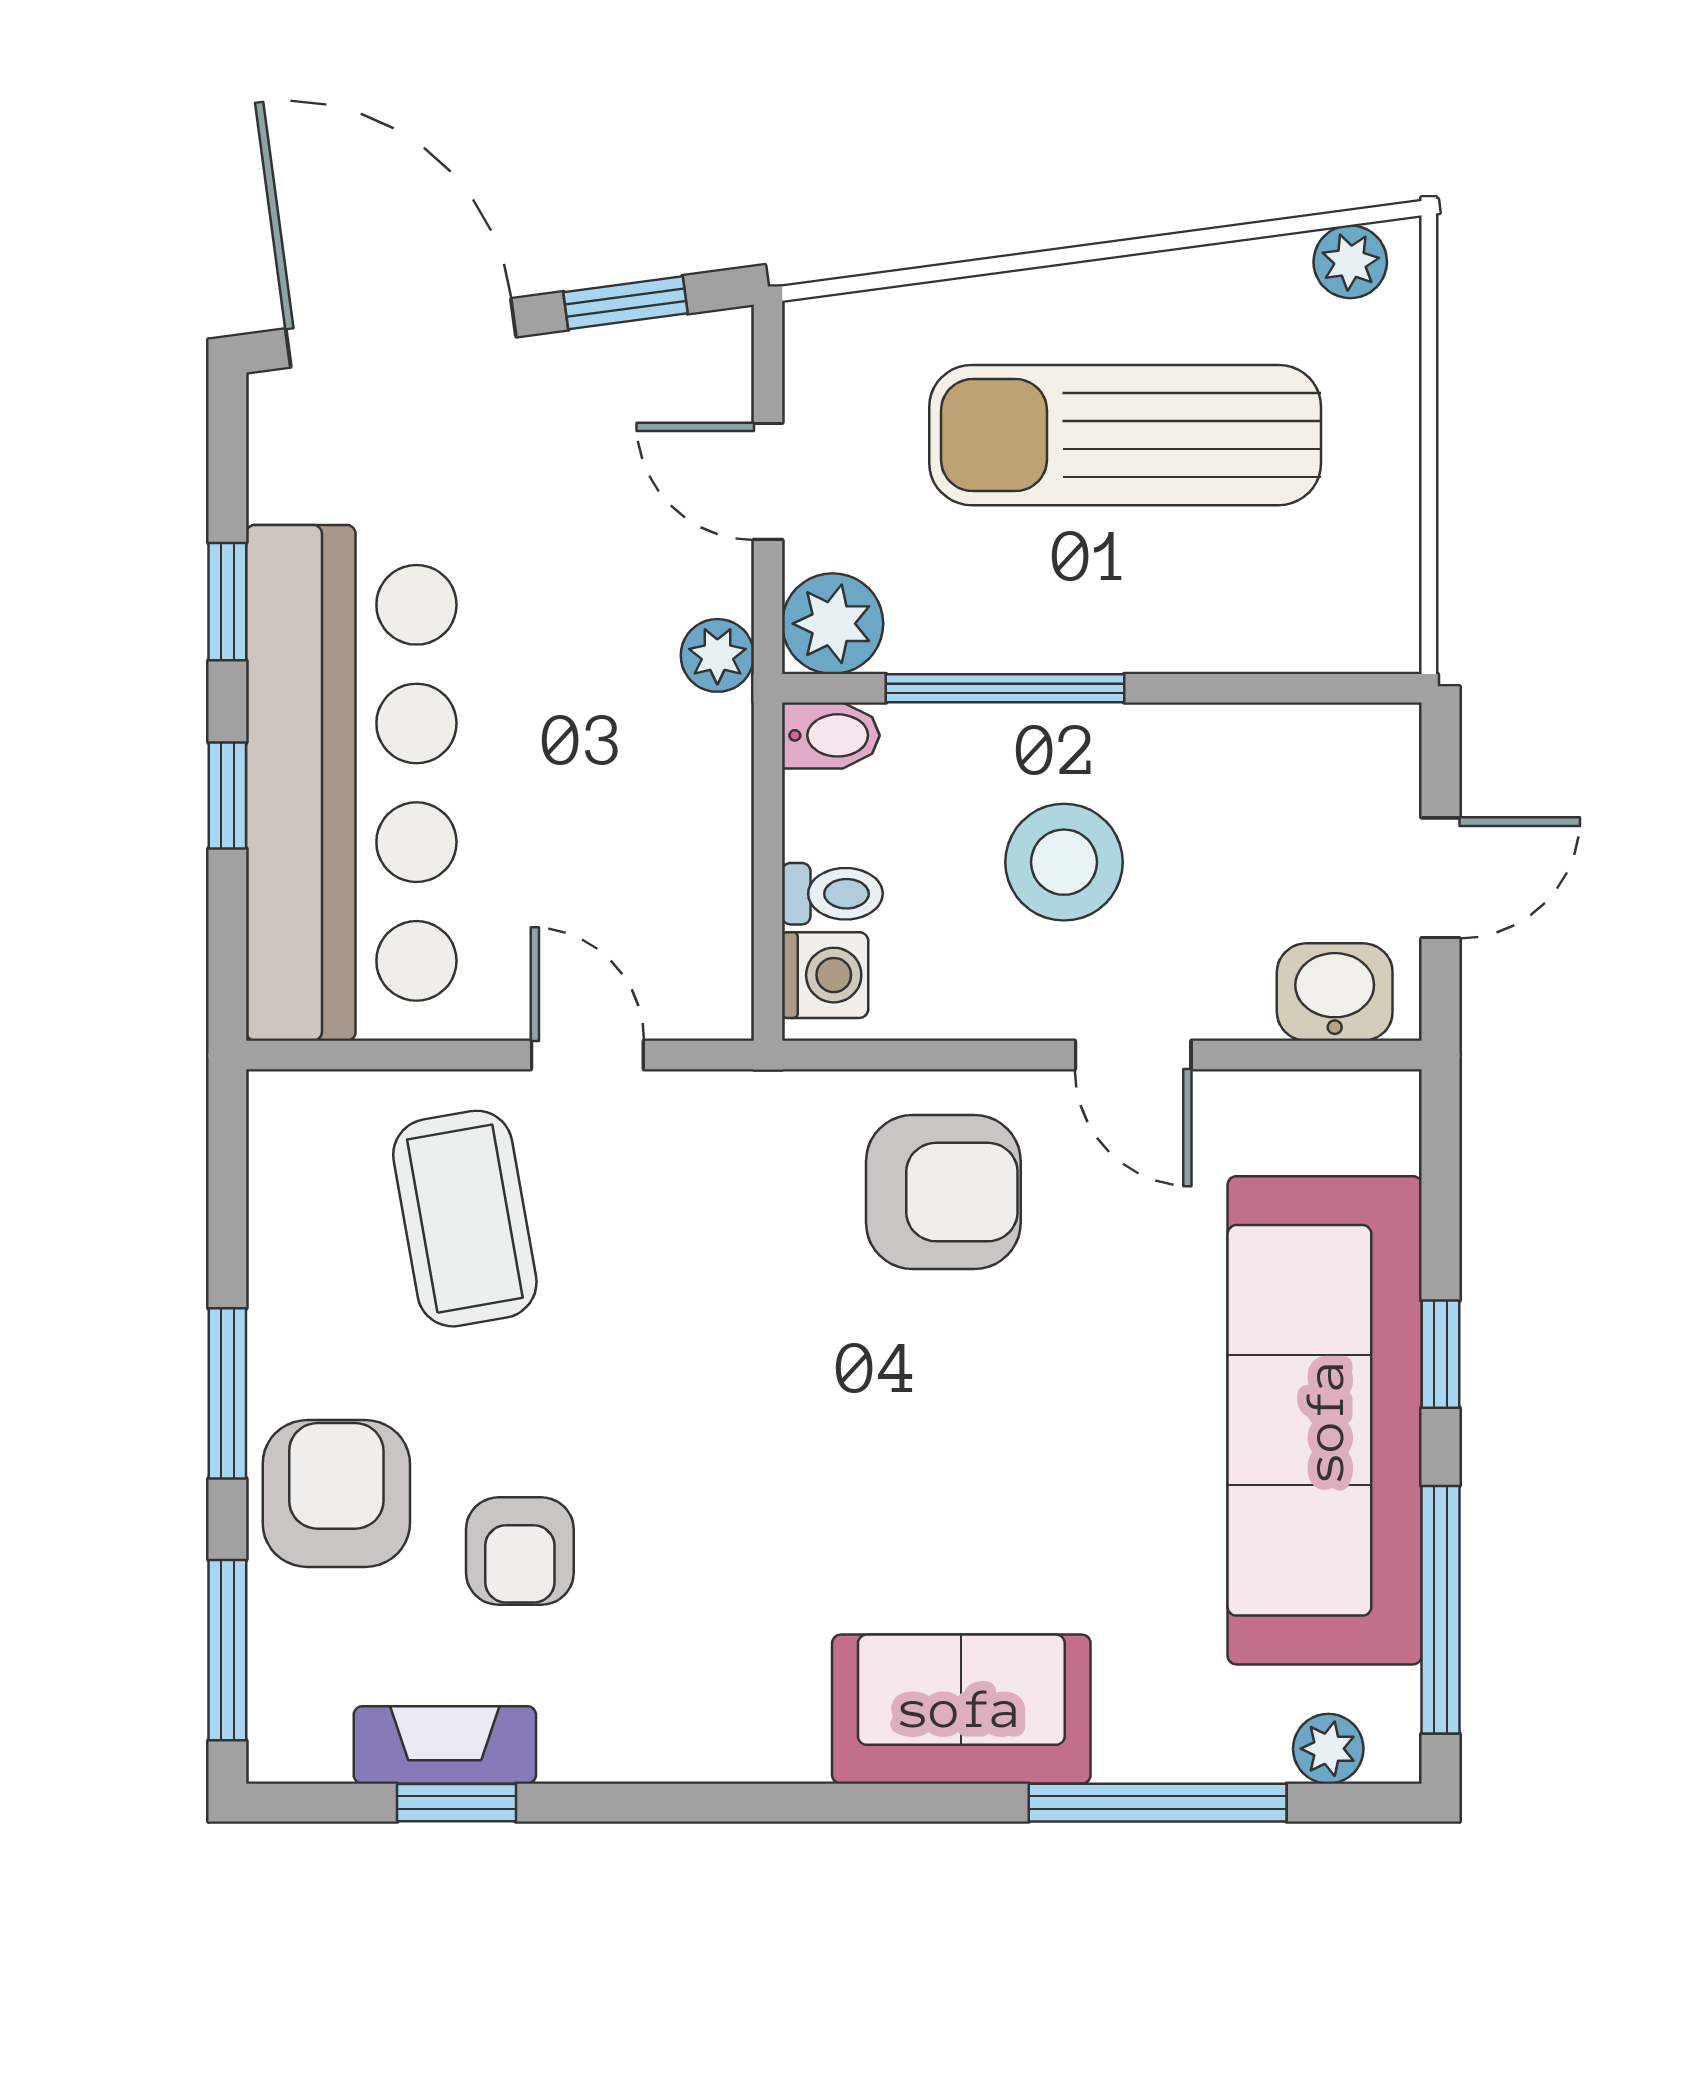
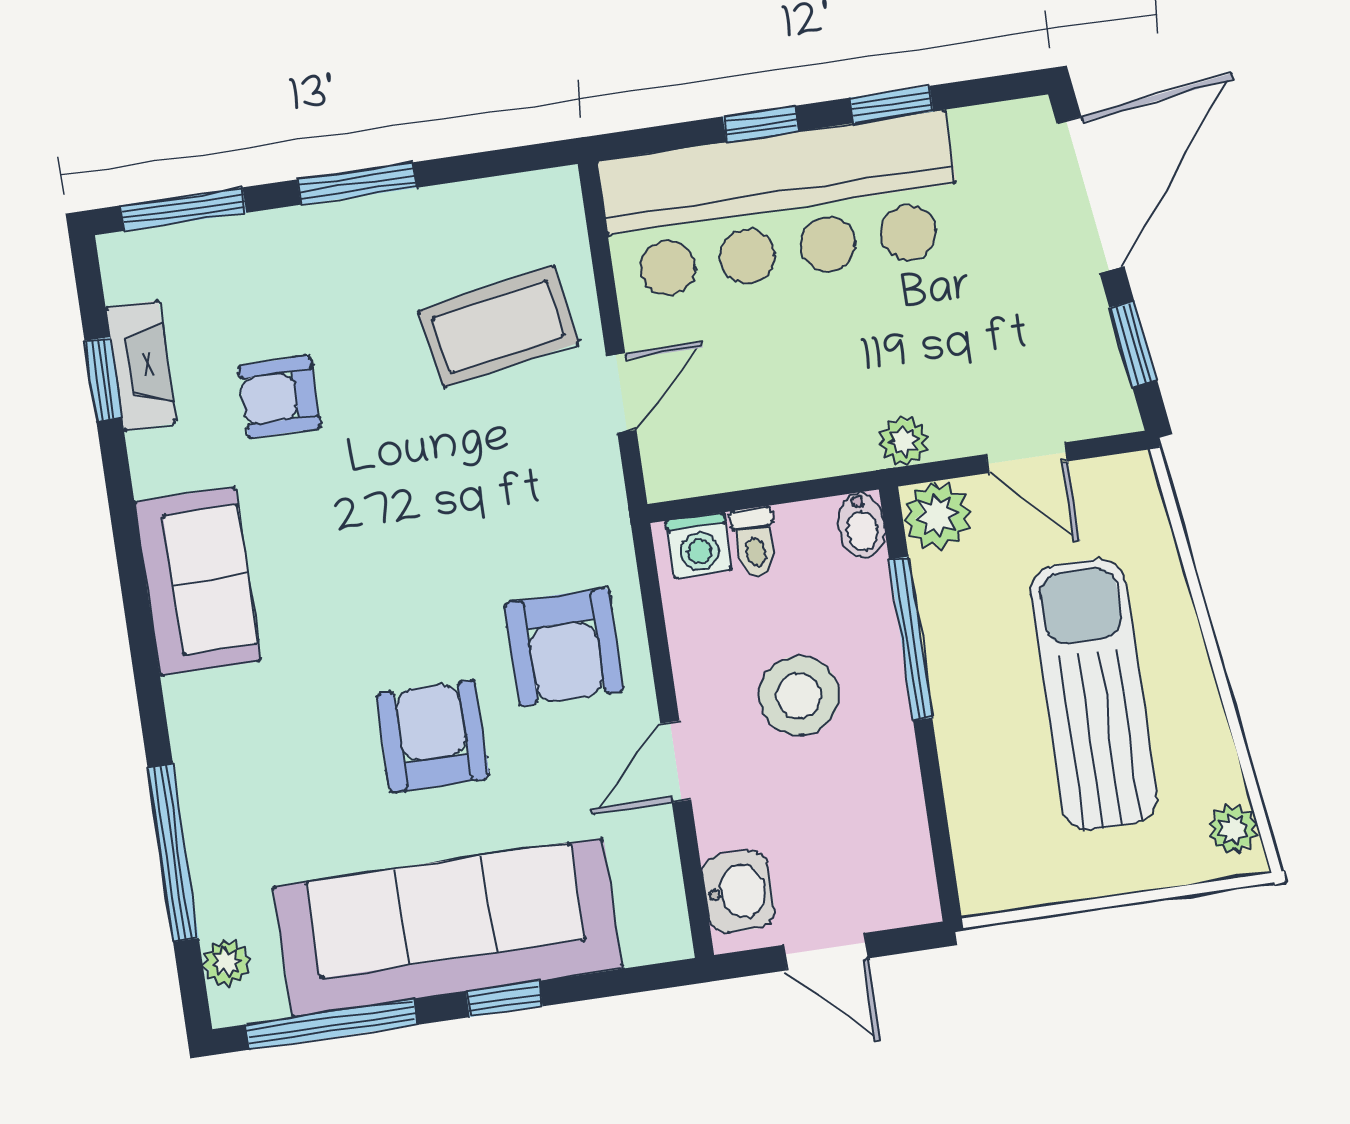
door: (768, 481) -> (1027, 458), swing flipped
armchair: (336, 1493) -> (433, 736), moved, turned -90
sofa: (961, 1709) -> (198, 581), moved

